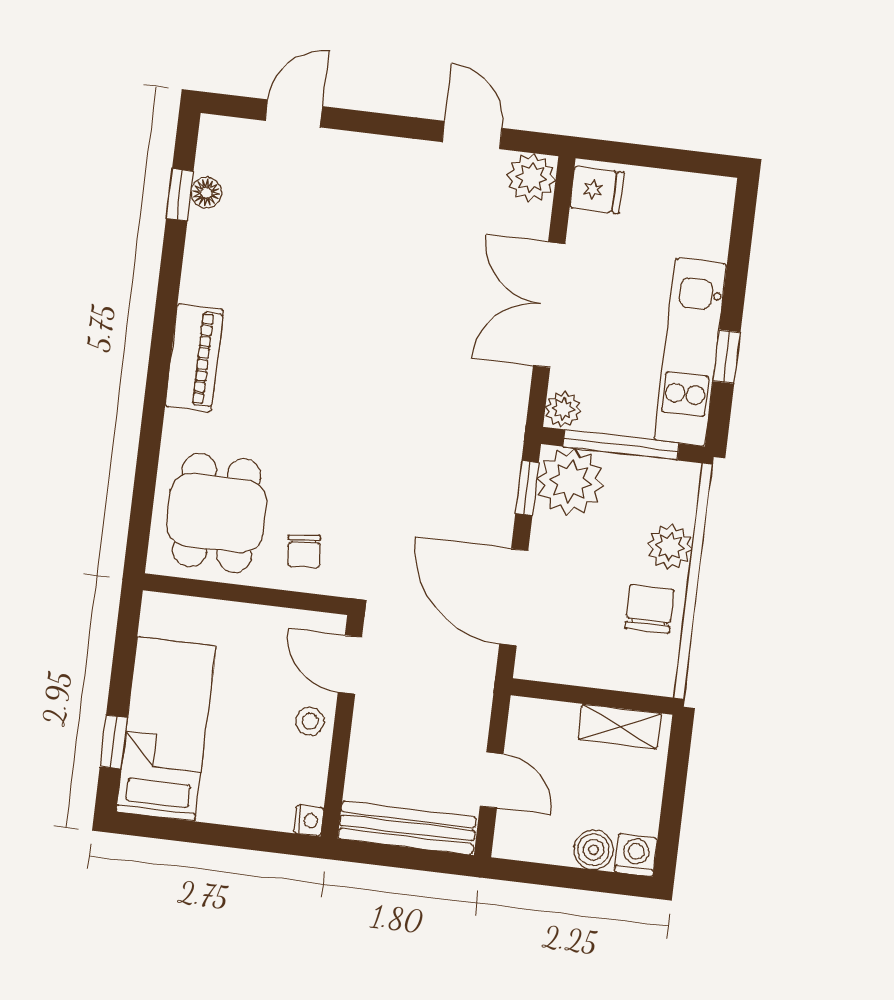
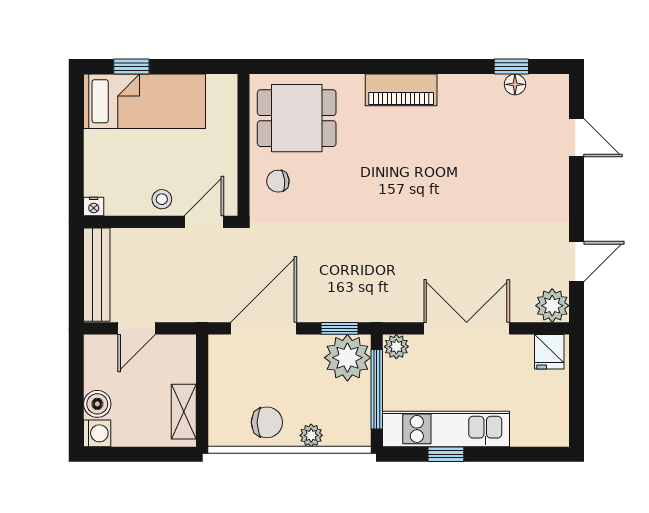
plant: (670, 547) -> (311, 435), width x0.73, depth x0.73

